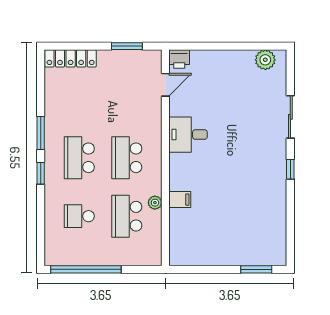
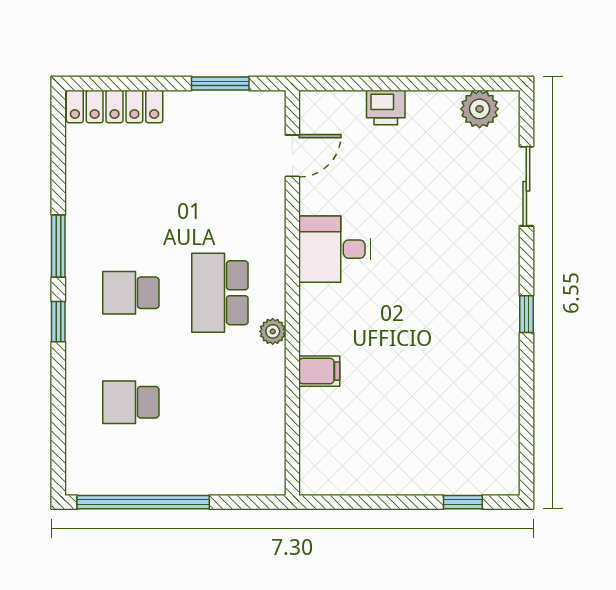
printer: (179, 59) -> (386, 107), moved
sliding door: (290, 117) -> (526, 186), moved
school desk: (79, 158) -> (131, 293), width x0.54
plant: (155, 203) -> (273, 331), moved
school desk: (127, 216) -> (220, 402), removed
window: (256, 269) -> (463, 502), width x0.67

